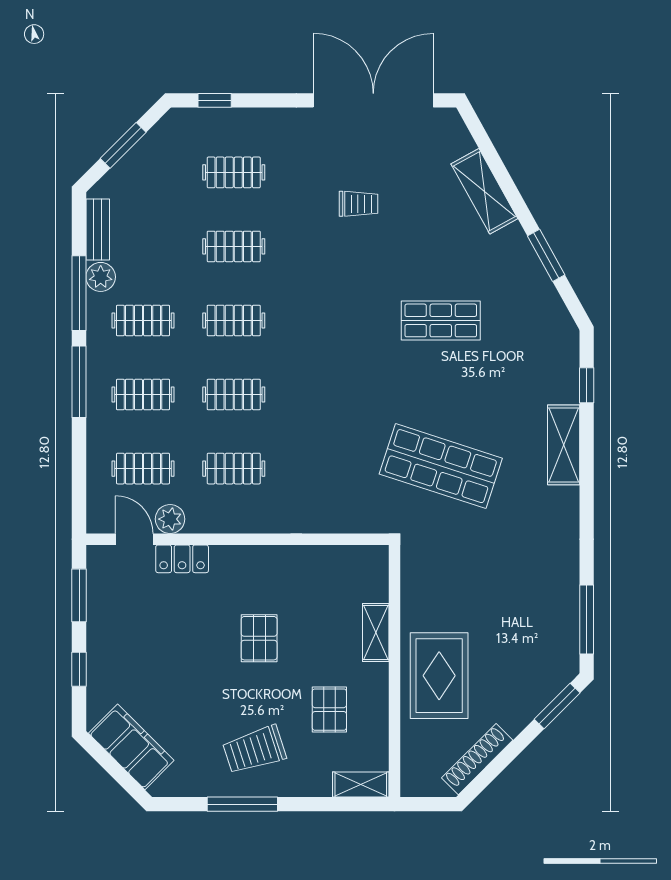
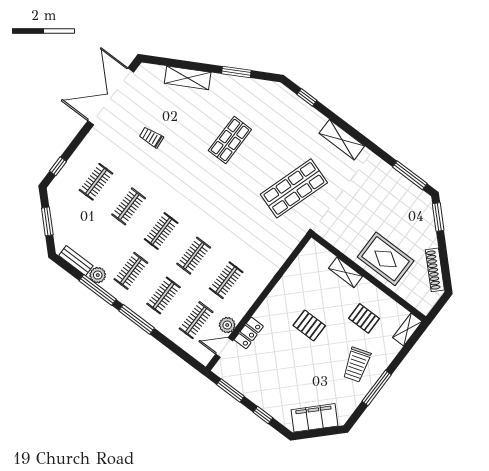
trolley: (359, 204) -> (151, 137), turned -96
shelving: (564, 445) -> (342, 140), moved

